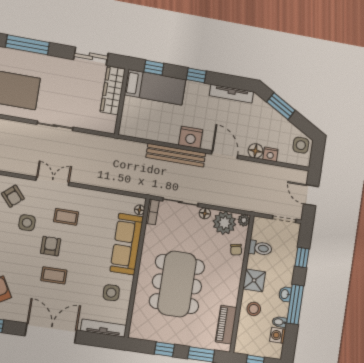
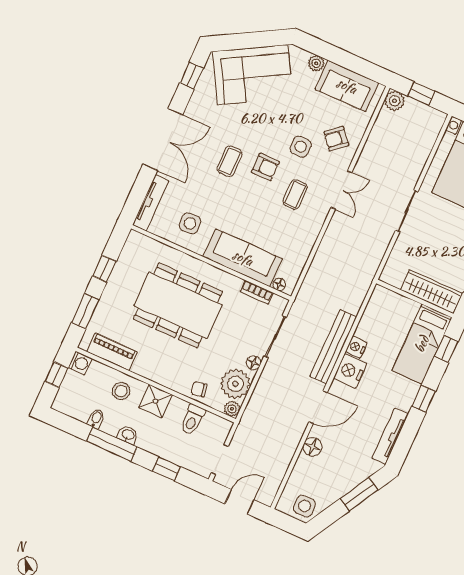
nightstand: (270, 154) -> (356, 347), moved
bookcase: (152, 212) -> (257, 292), moved
washing machine: (278, 335) -> (80, 363), moved, turned 90

